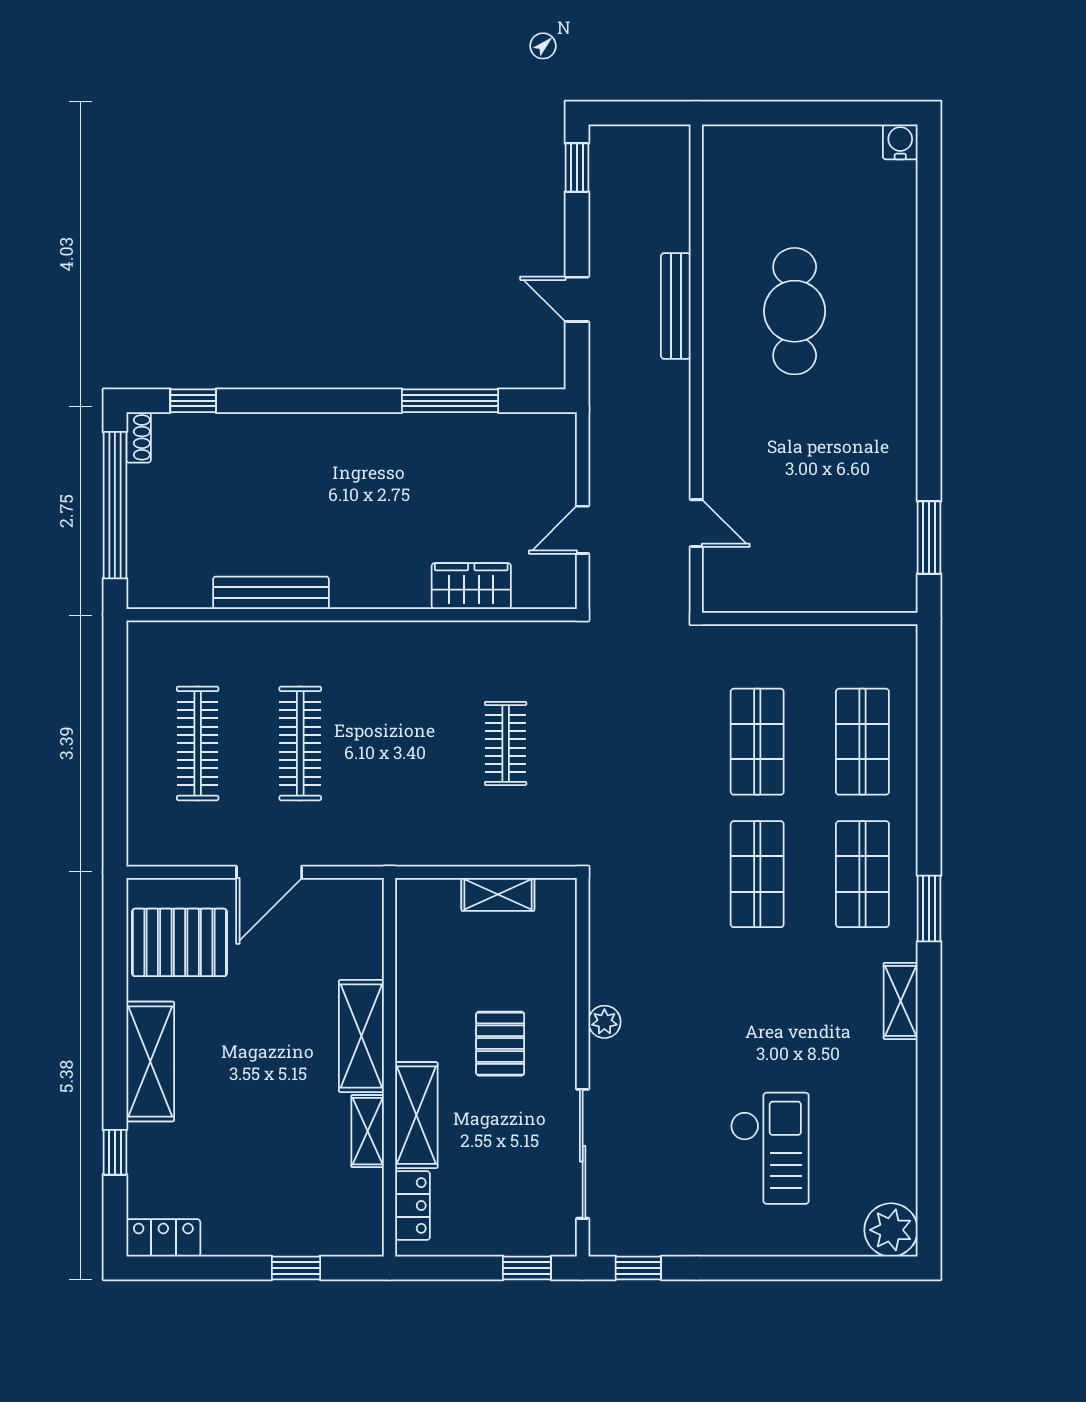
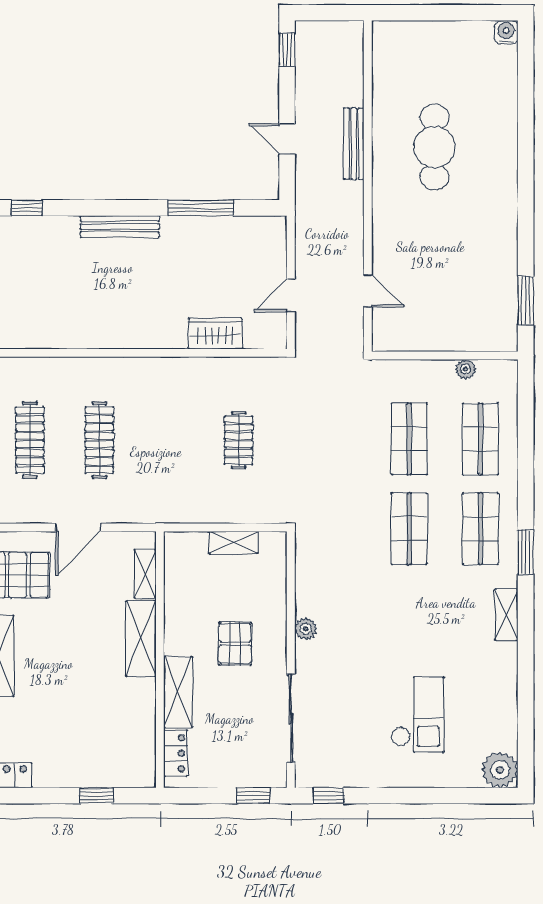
bench: (271, 593) -> (120, 227), moved
plant: (840, 639) -> (466, 369), added
shelving: (368, 1131) -> (145, 574), moved

